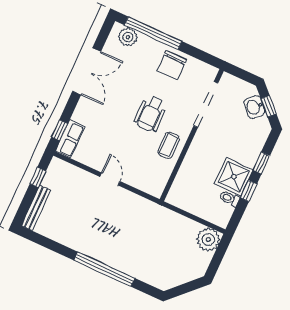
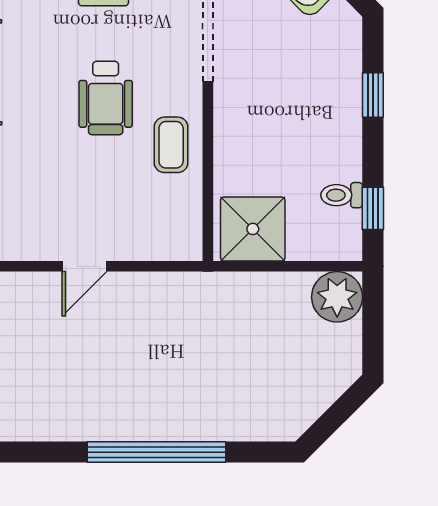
shower: (234, 177) -> (253, 229), moved
door: (110, 179) -> (85, 266), swing flipped
window: (249, 191) -> (373, 208), moved

